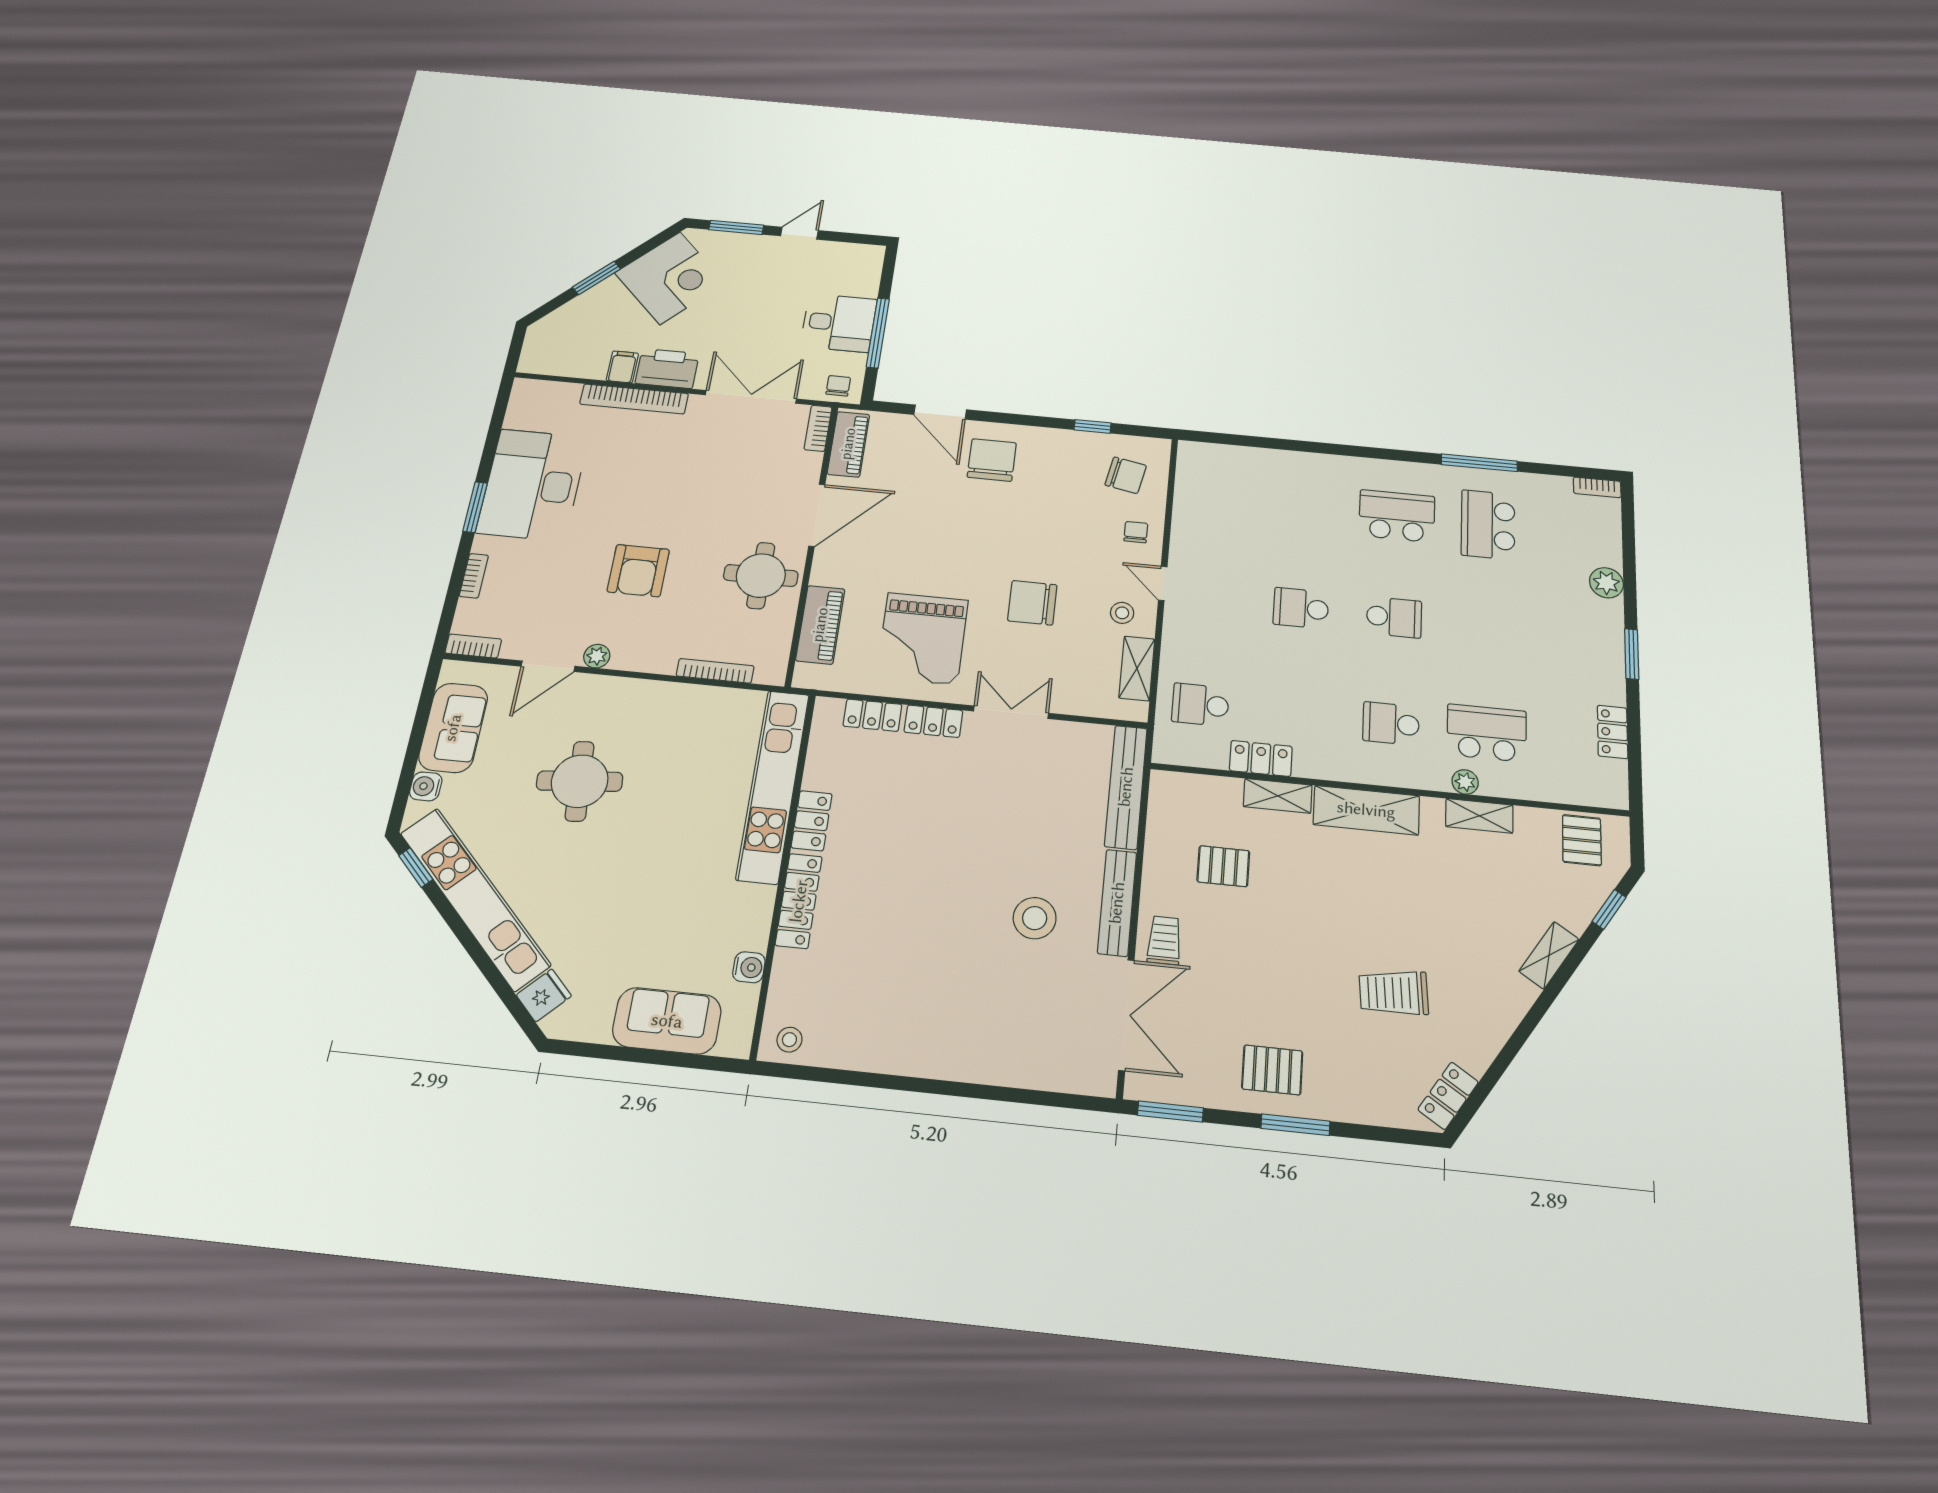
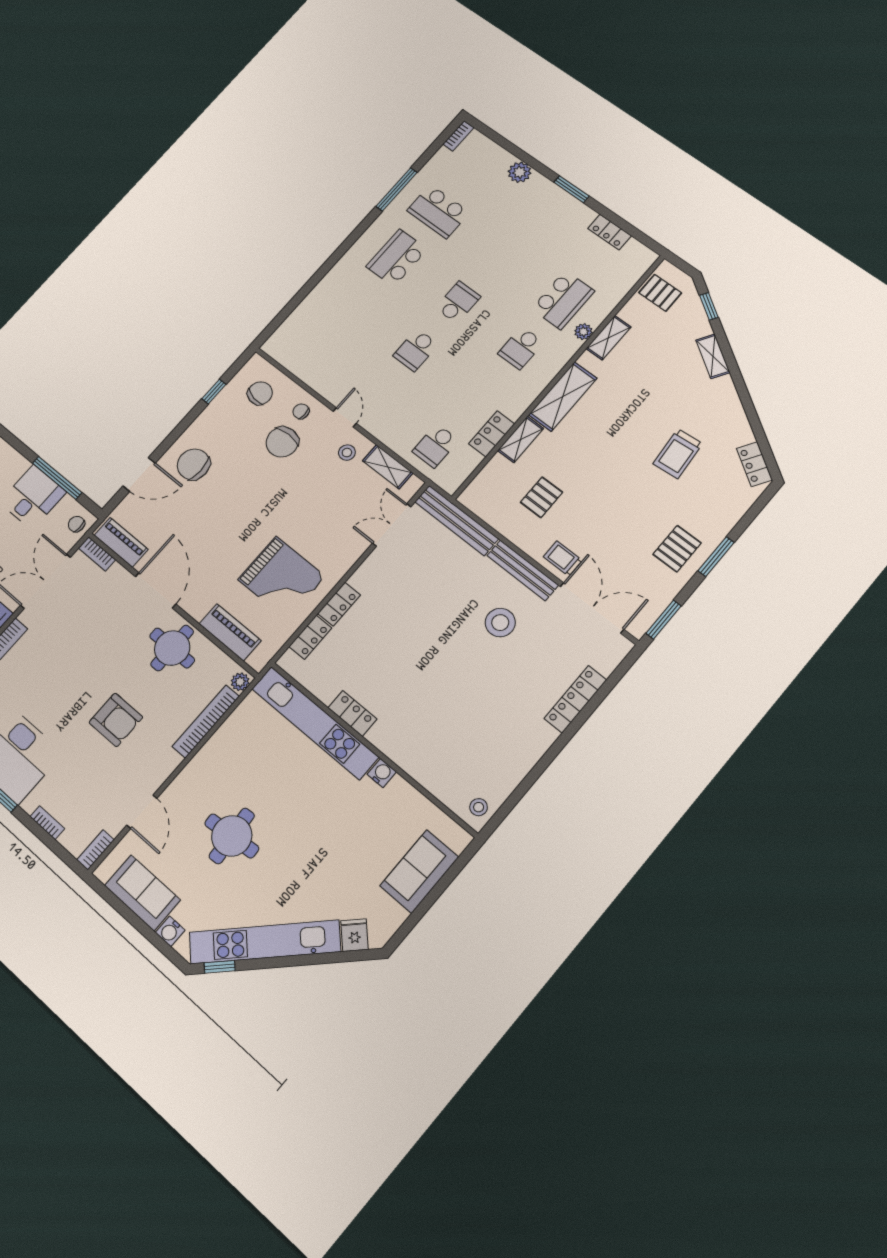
door: (1163, 583) -> (345, 417), swing flipped
chair: (1032, 603) -> (282, 442), moved
plant: (597, 656) -> (240, 682), moved
bookcase: (715, 671) -> (206, 721), width x1.48, depth x1.31
double door: (1011, 712) -> (392, 525), moved
school desk: (1487, 733) -> (563, 300), turned 180
locker: (799, 901) -> (575, 699), moved, turned -90
water cooler: (749, 967) -> (382, 773), moved

